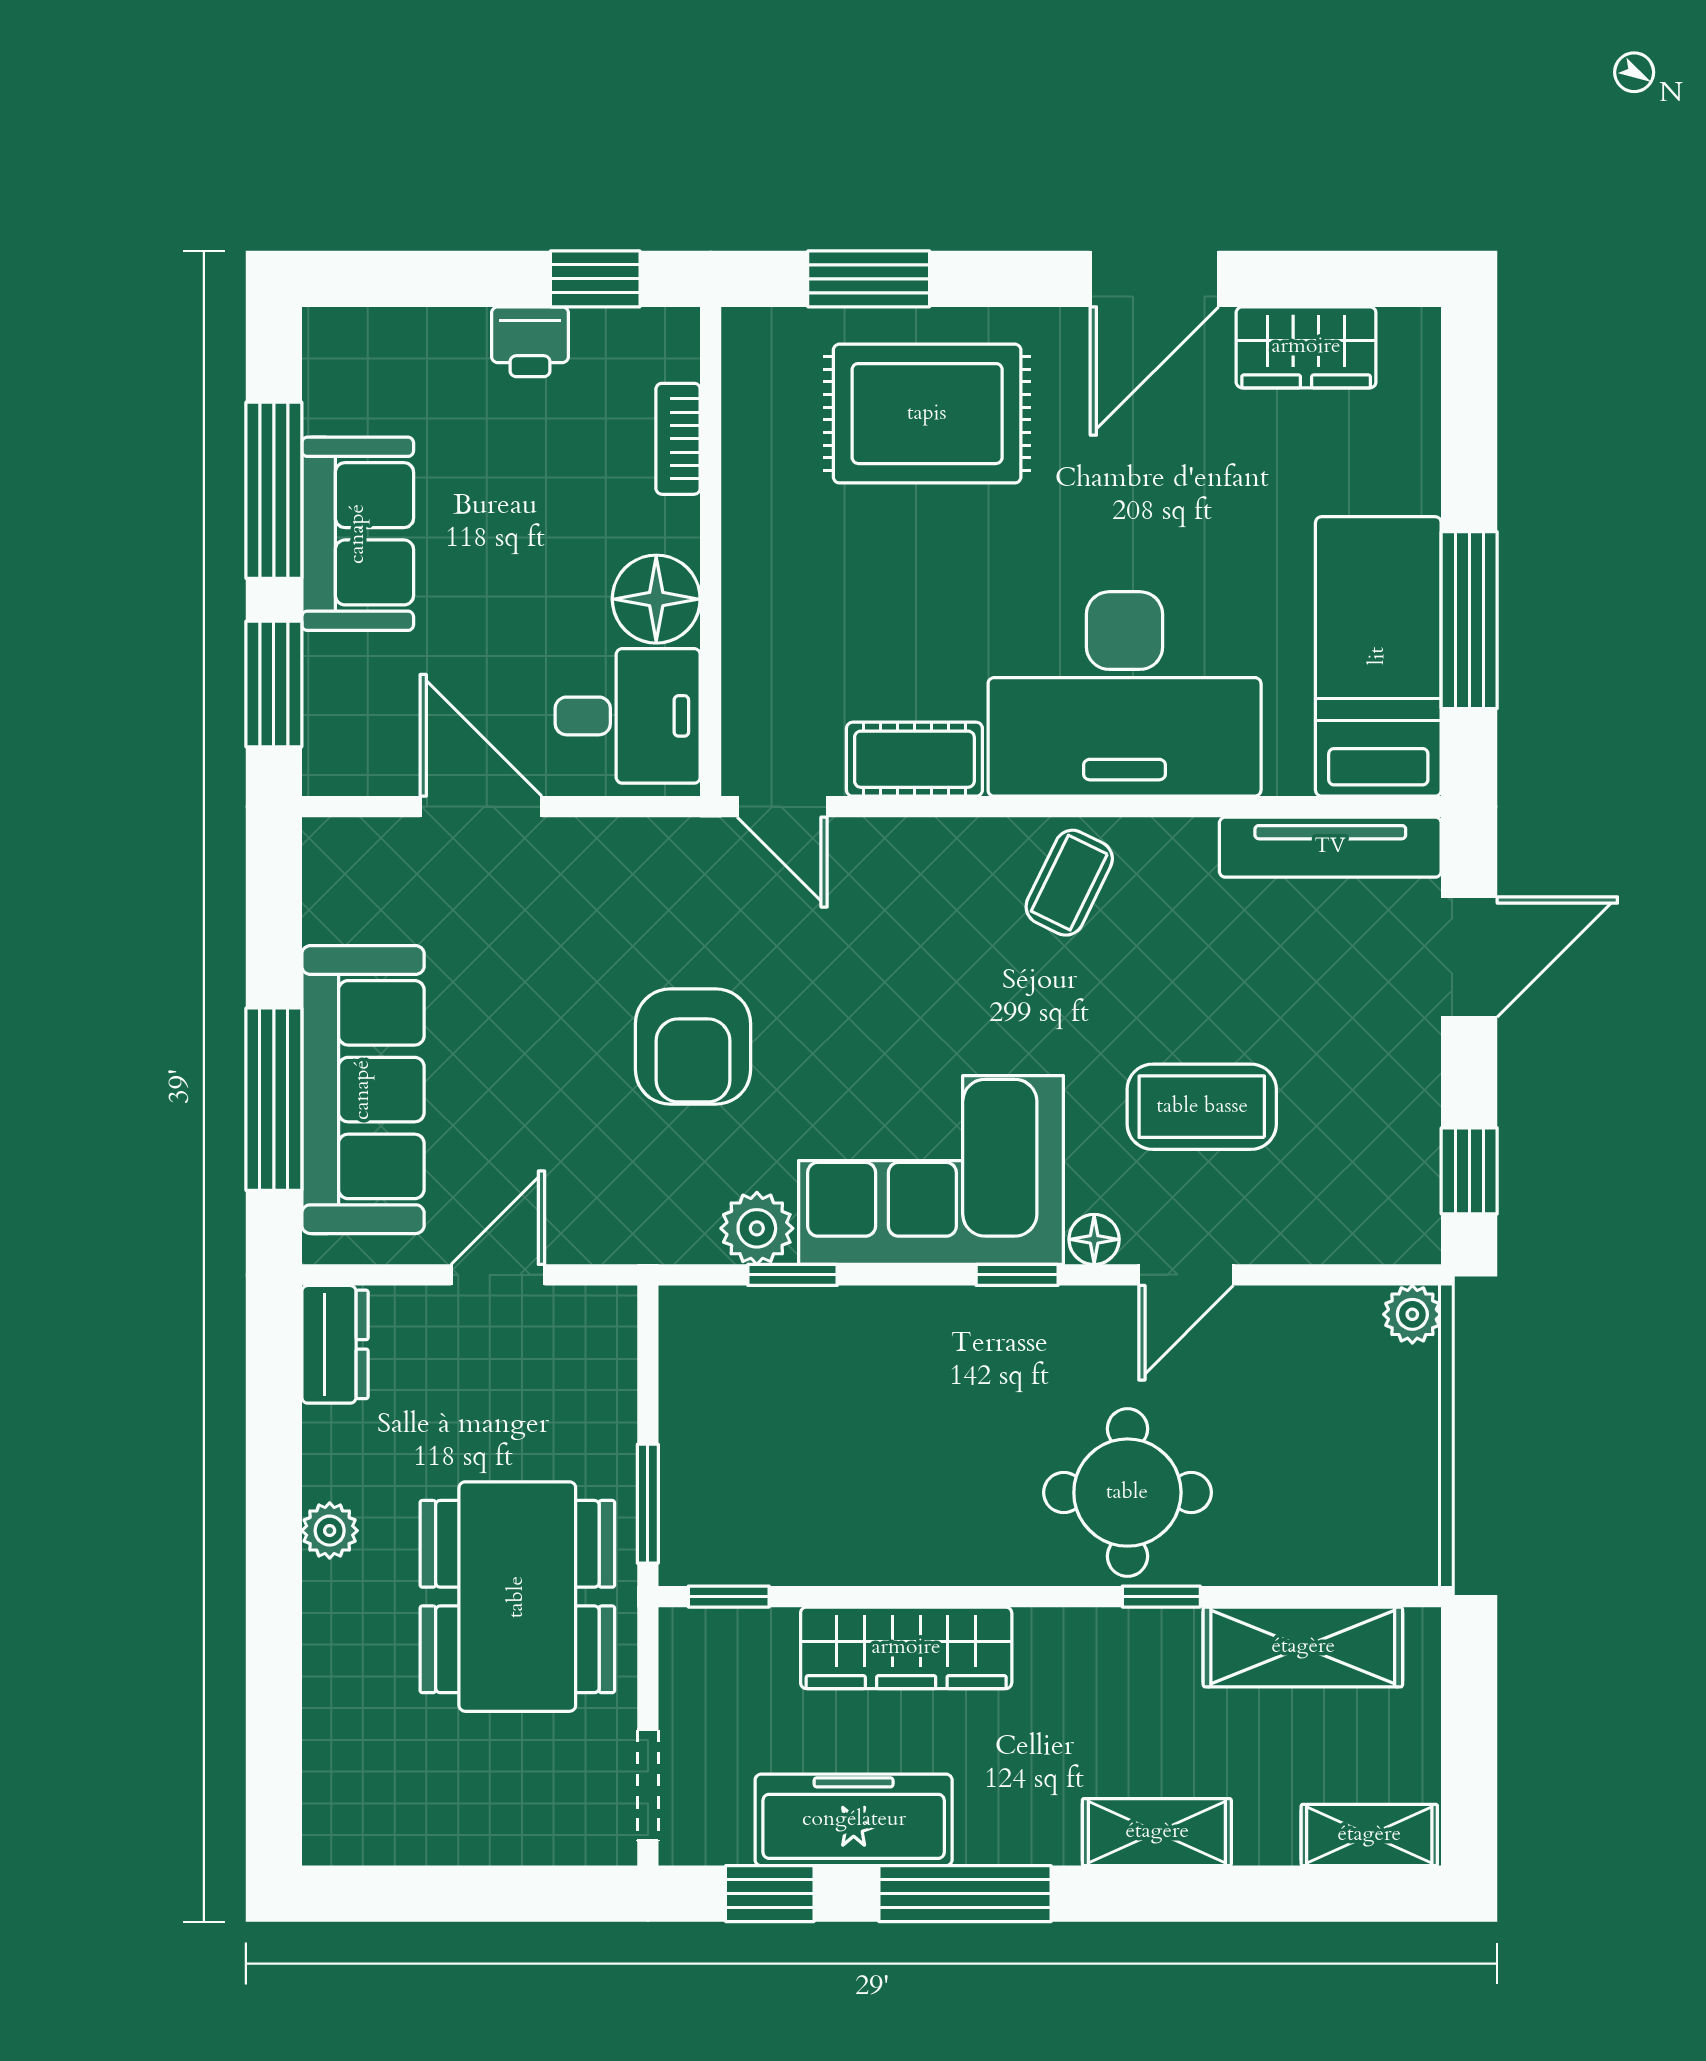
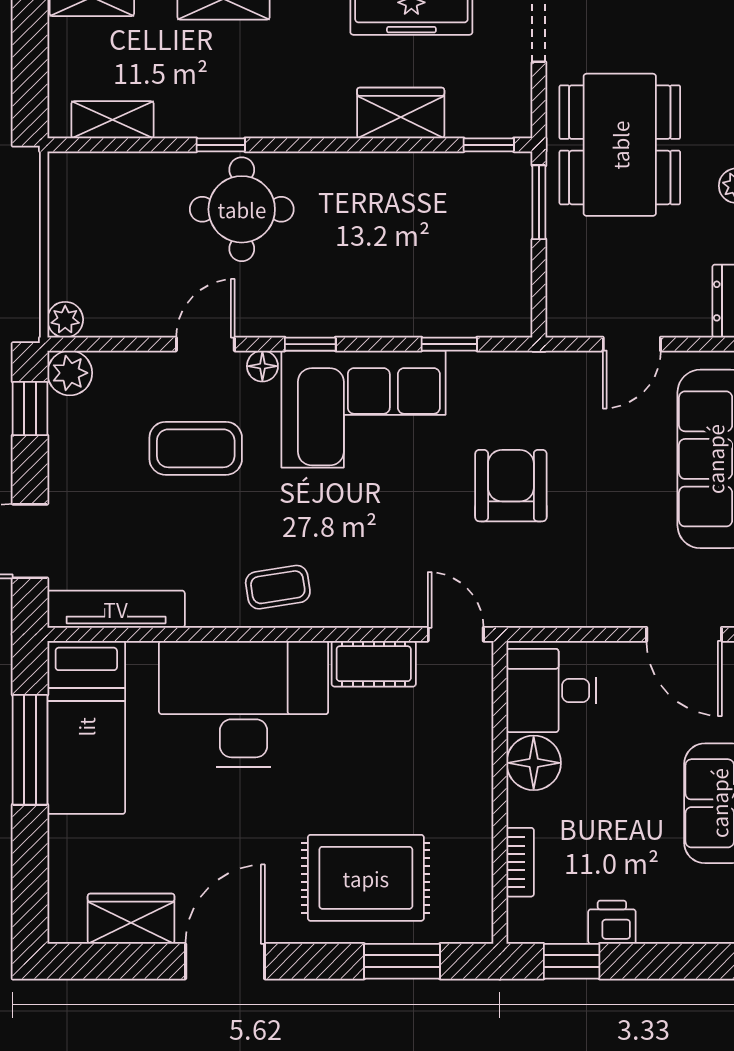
door: (481, 807) -> (684, 634), moved
coffee table: (1069, 883) -> (278, 587), turned 55
plant: (757, 1228) -> (70, 373), moved
shelving: (1303, 1647) -> (112, 120), width x0.67, depth x0.75
wardrobe: (906, 1648) -> (401, 113), width x0.67

